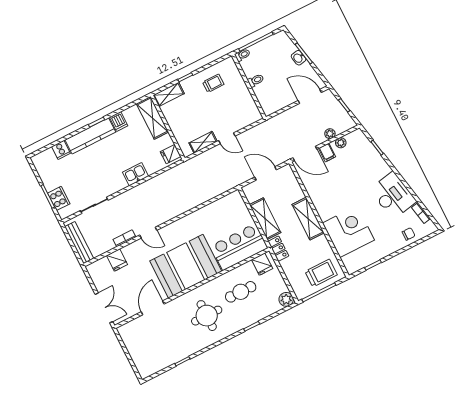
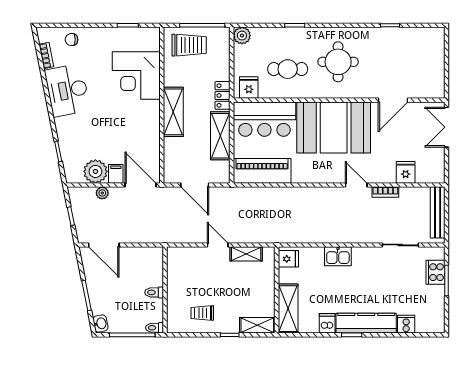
washbasin: (299, 58) -> (100, 323), moved
plant: (341, 143) -> (95, 171), width x1.88, depth x1.88
piano: (222, 208) -> (262, 171), added
trolley: (321, 273) -> (189, 45), turned 180

